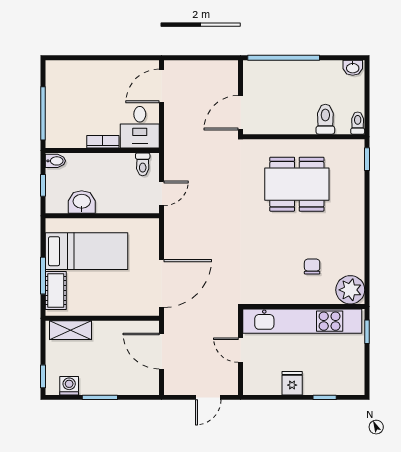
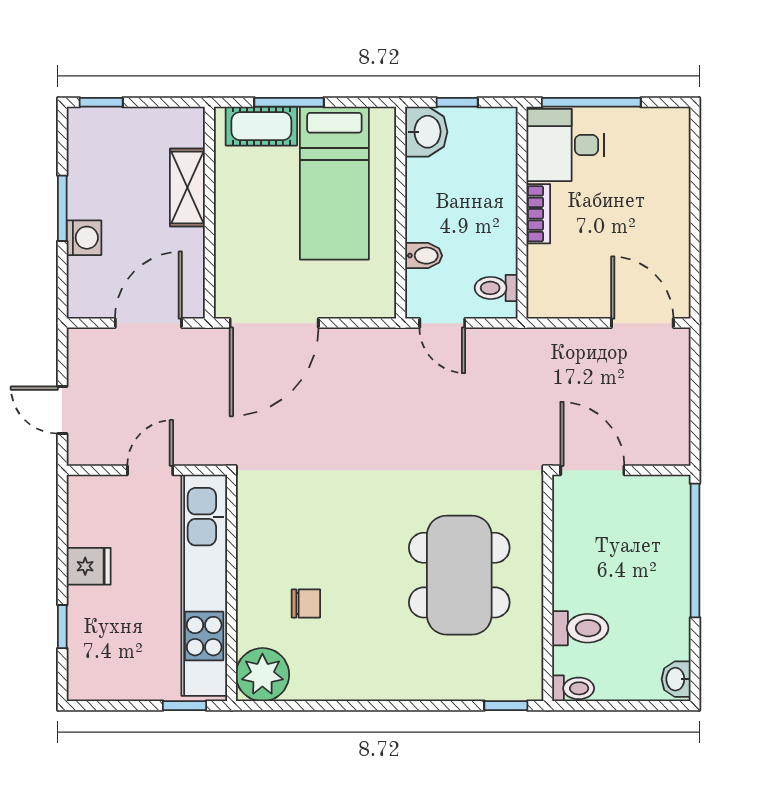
desk: (140, 127) -> (565, 145), moved
bidet: (55, 161) -> (424, 256), moved, turned -90
washbasin: (82, 202) -> (426, 132), moved
door: (162, 284) -> (274, 323), hinge flipped
shelving: (70, 330) -> (187, 187), moved
washing machine: (69, 386) -> (84, 238), moved

